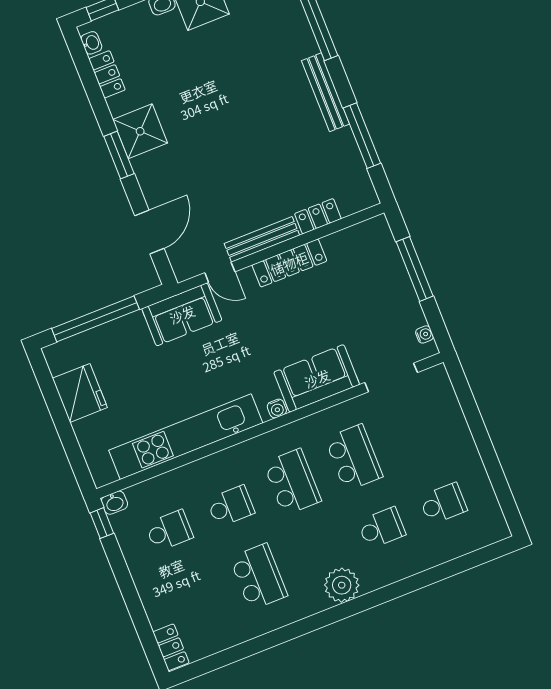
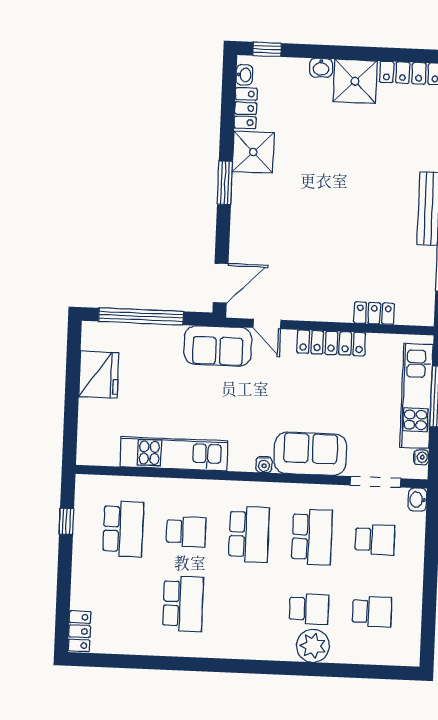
shower: (140, 131) -> (253, 152), moved
door: (149, 232) -> (221, 283), moved
bench: (262, 239) -> (316, 312), removed
kitchen unit: (394, 277) -> (416, 396), added
school desk: (415, 433) -> (375, 540), added
kitchen unit: (186, 437) -> (174, 454), width x0.73
washbasin: (114, 503) -> (417, 500), moved, turned 90
window: (102, 523) -> (66, 521), moved
school desk: (169, 531) -> (123, 529), width x1.85
plant: (342, 585) -> (313, 646), moved

